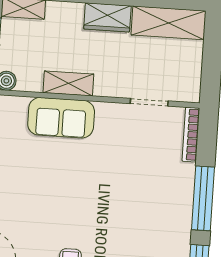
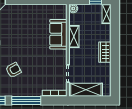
shelving: (169, 23) -> (86, 90), moved, turned 90
armchair: (134, 222) -> (13, 70), added

